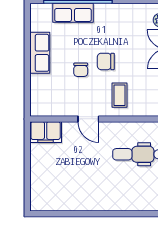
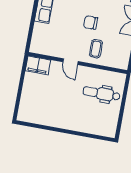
chair: (81, 70) -> (72, 25), removed

